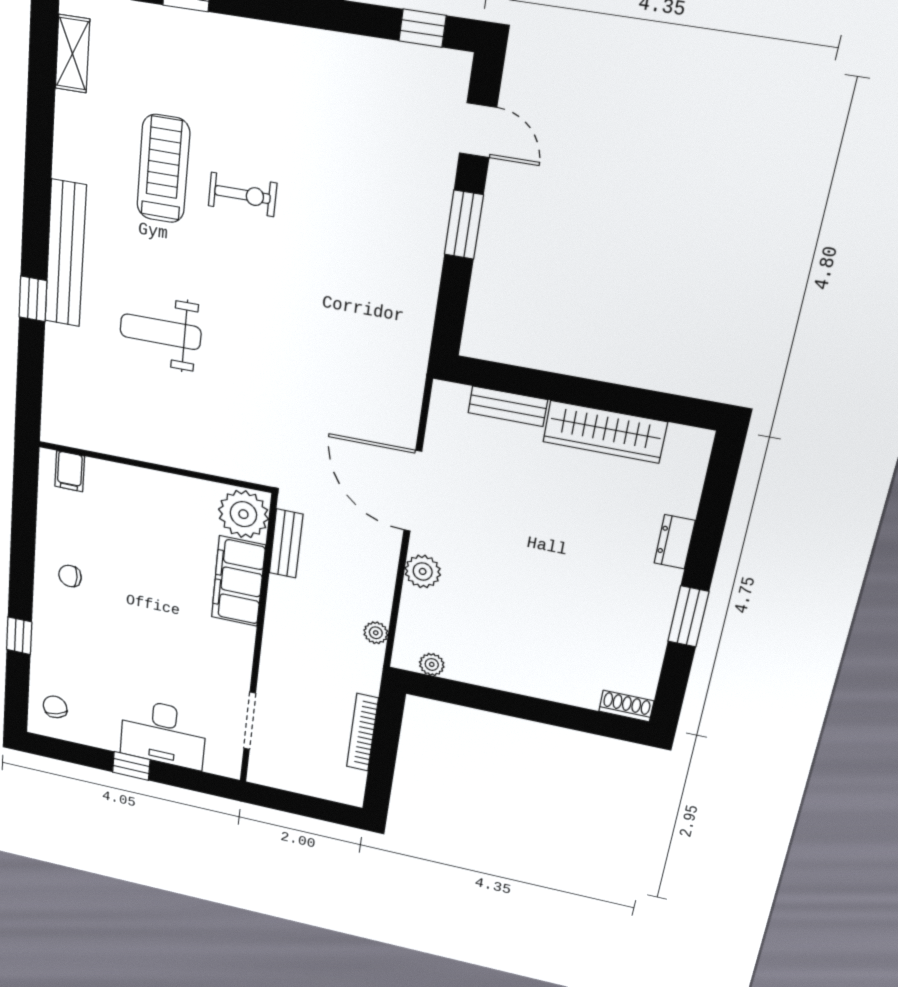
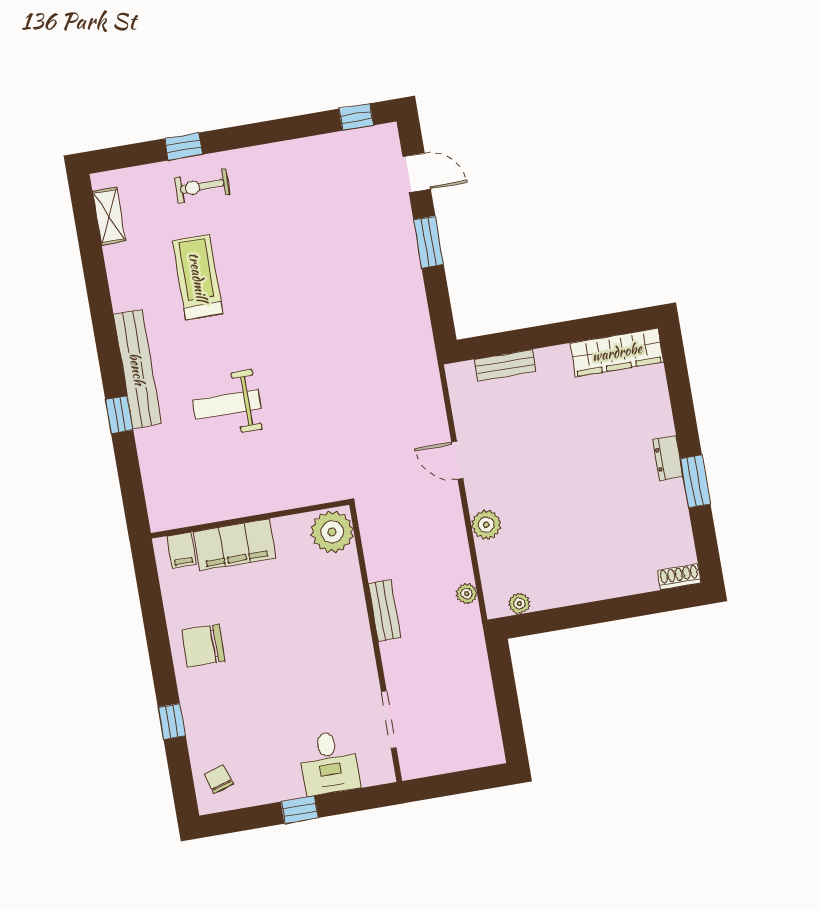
exercise bike: (242, 194) -> (202, 186), moved, turned 180
wardrobe: (605, 432) -> (617, 352), moved
door: (413, 491) -> (457, 460), width x0.53
dresser: (675, 542) -> (668, 458), moved
bench: (286, 544) -> (384, 611), moved
chair: (70, 576) -> (203, 646), width x1.87, depth x1.87
filing cabinet: (238, 581) -> (235, 545), moved, turned -90
bookcase: (362, 732) -> (484, 690), removed
desk: (163, 734) -> (329, 763), width x0.73

